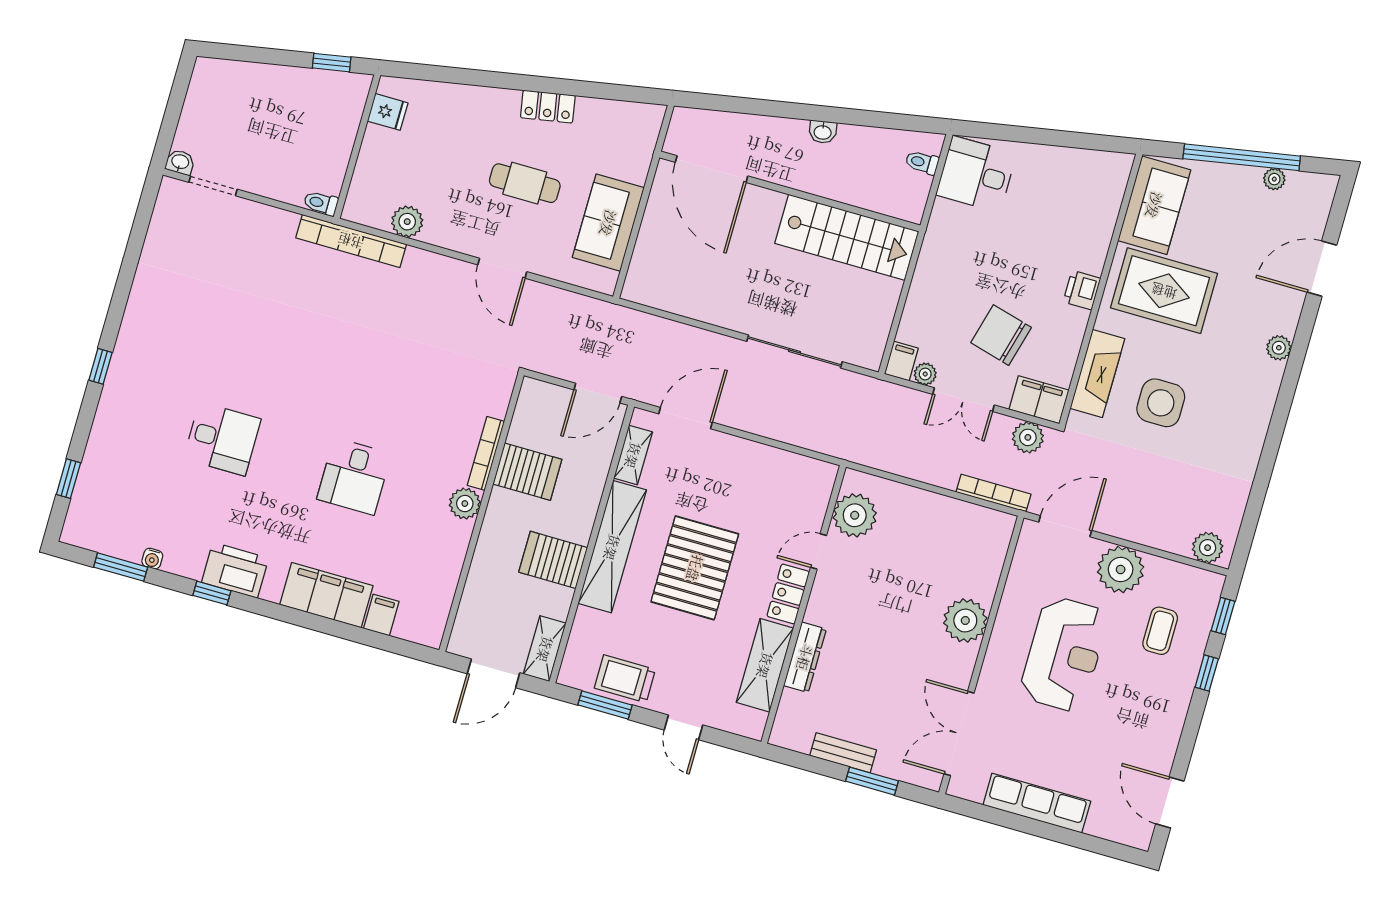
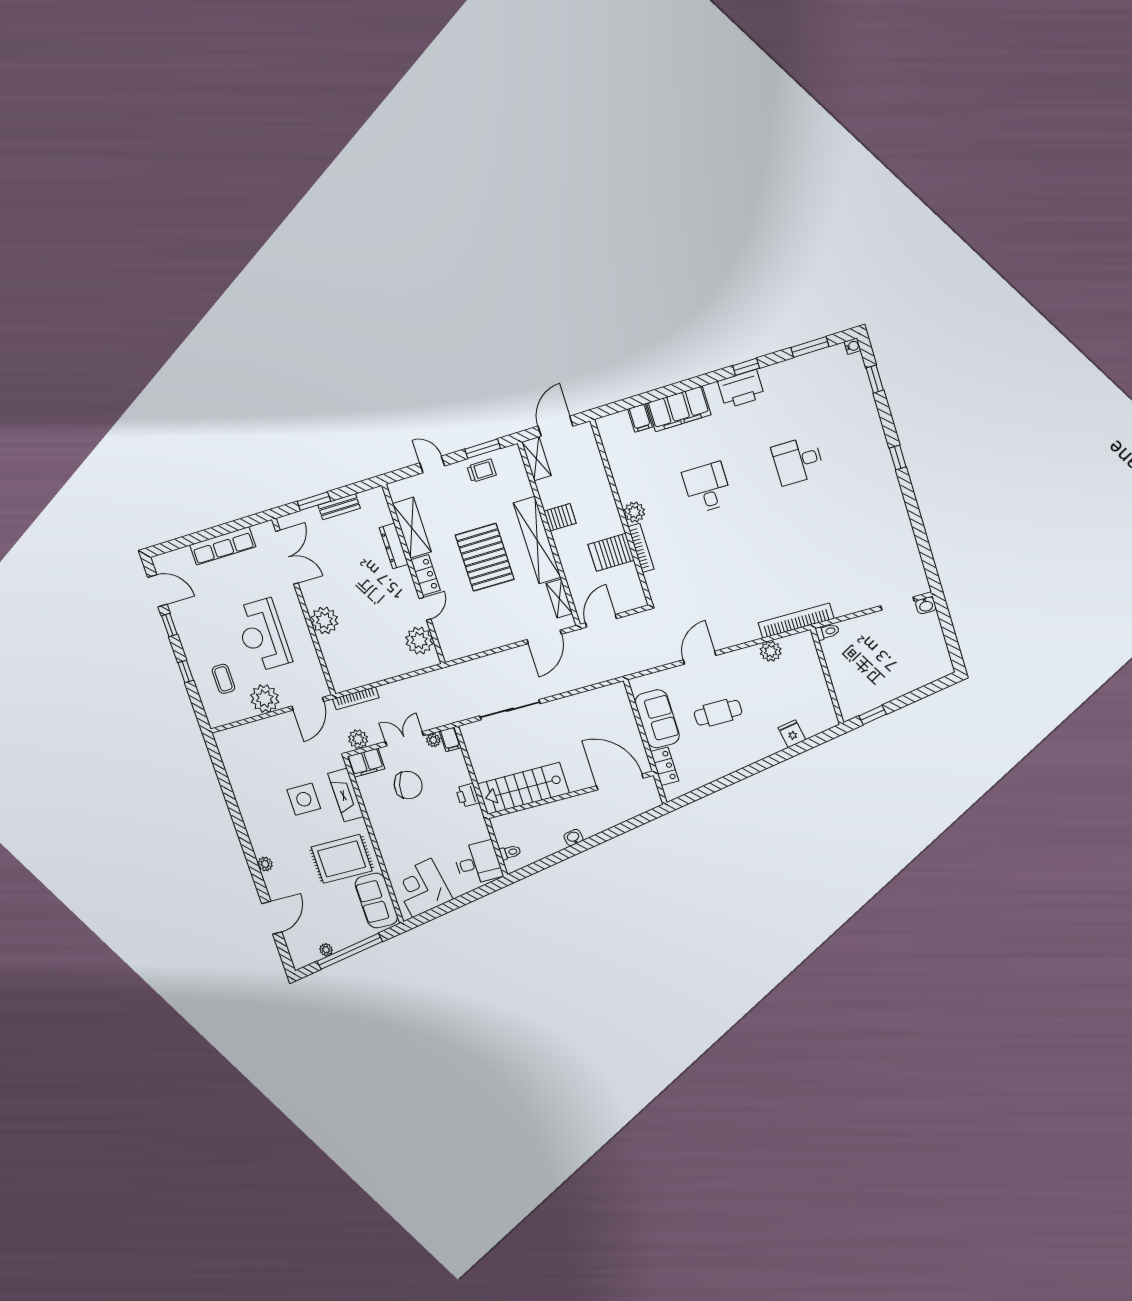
locker: (548, 107) -> (665, 766), moved, turned 100
fridge: (388, 112) -> (792, 734), moved, turned 80
corner desk: (1078, 185) -> (422, 888), added
door: (502, 268) -> (700, 658), hinge flipped
printer: (1082, 290) -> (467, 795), moved, turned 180
plant: (1208, 548) -> (230, 738), removed
water cooler: (152, 559) -> (853, 346), moved, turned 90
server rack: (553, 560) -> (560, 517), width x0.73, depth x0.70
window: (1223, 616) -> (169, 625), moved
trolley: (625, 679) -> (482, 471), width x0.73, depth x0.72

